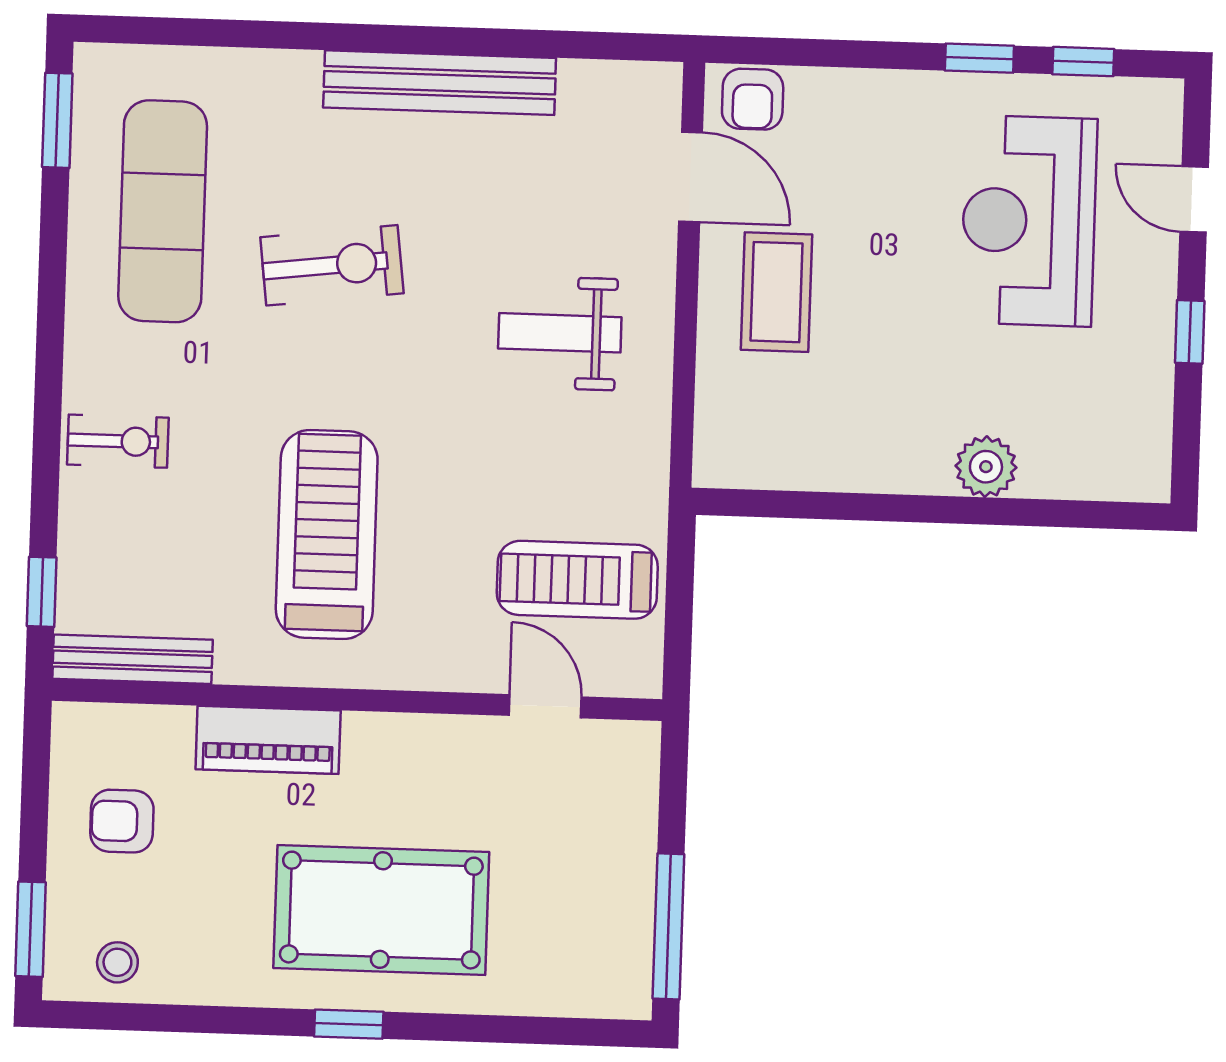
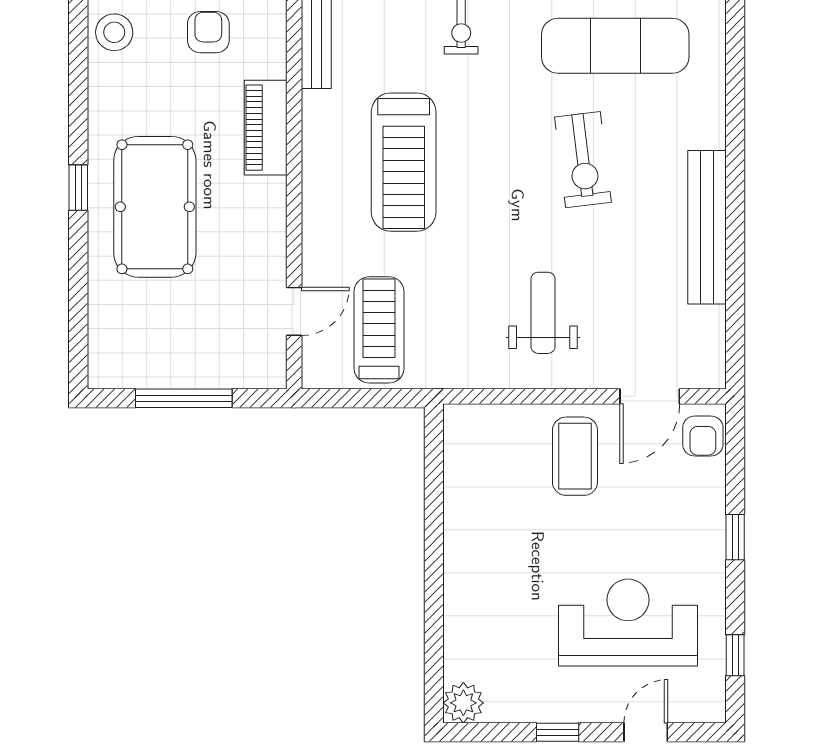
window: (979, 58) -> (735, 537), moved
armchair: (753, 99) -> (703, 436), turned -90
coffee table: (776, 292) -> (575, 456), turned 90
plant: (986, 467) -> (463, 703), moved
treadmill: (327, 535) -> (404, 162), turned 90
window: (668, 926) -> (184, 398), moved
stool: (117, 962) -> (114, 32), width x1.37, depth x1.37

